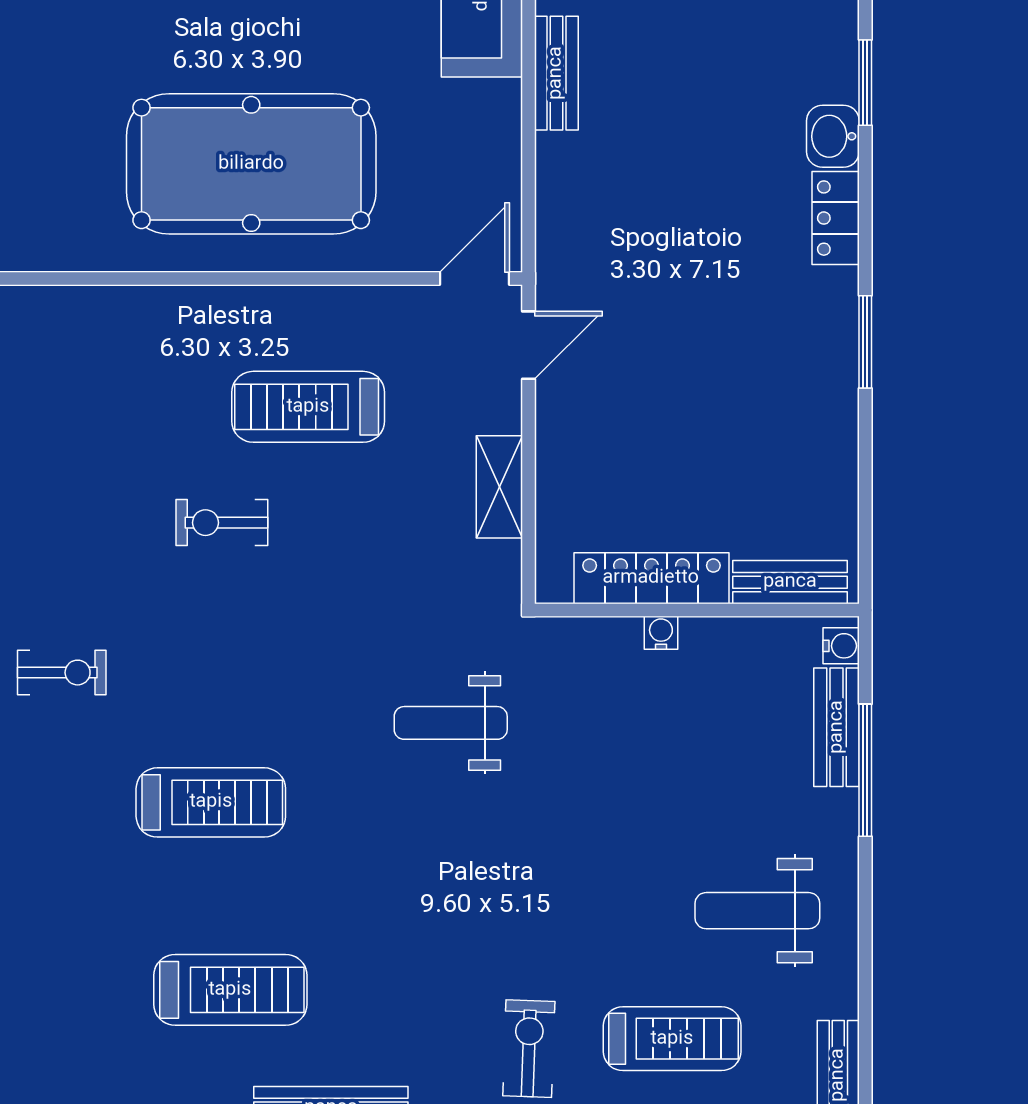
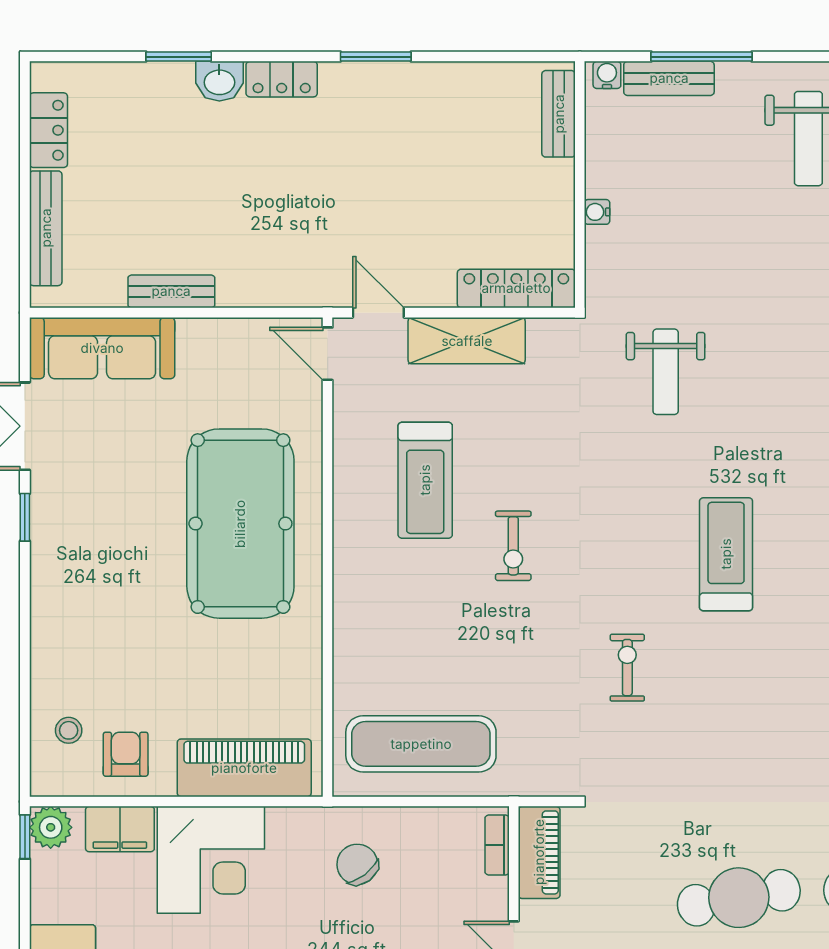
shelving: (499, 487) -> (467, 341), width x1.50, depth x1.33
locker: (651, 578) -> (516, 288), moved, turned 90

